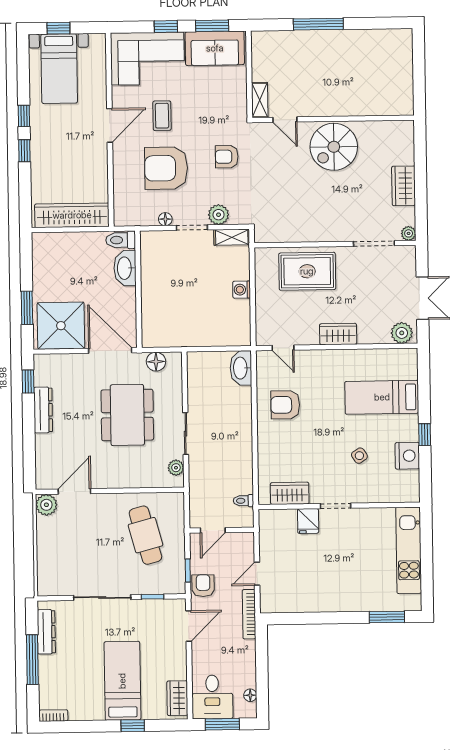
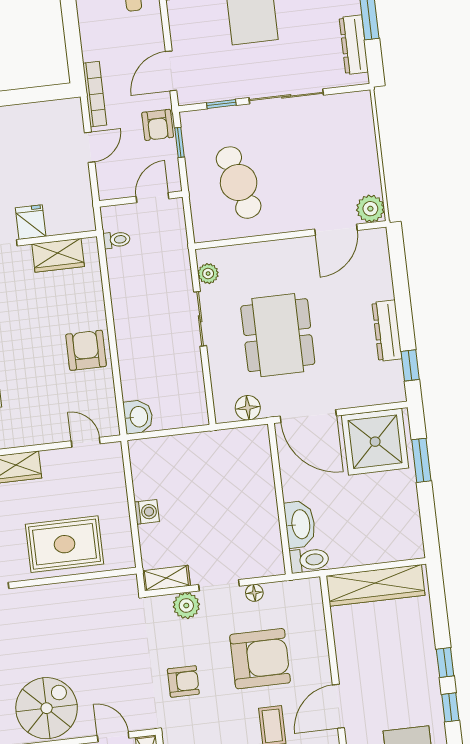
washbasin: (241, 368) -> (138, 417), width x0.72
armchair: (285, 405) -> (86, 350), moved, turned -90

